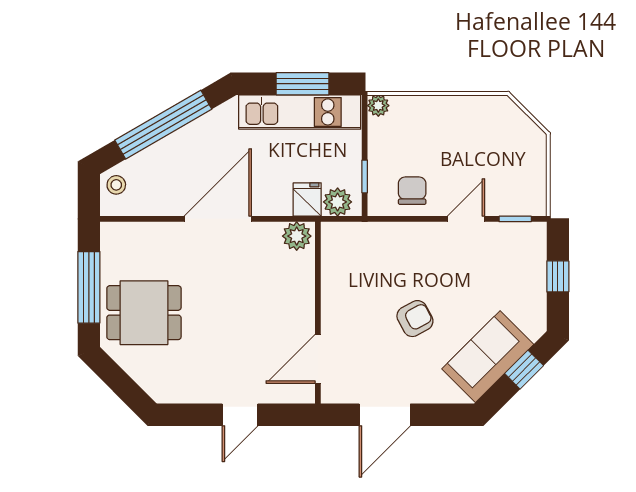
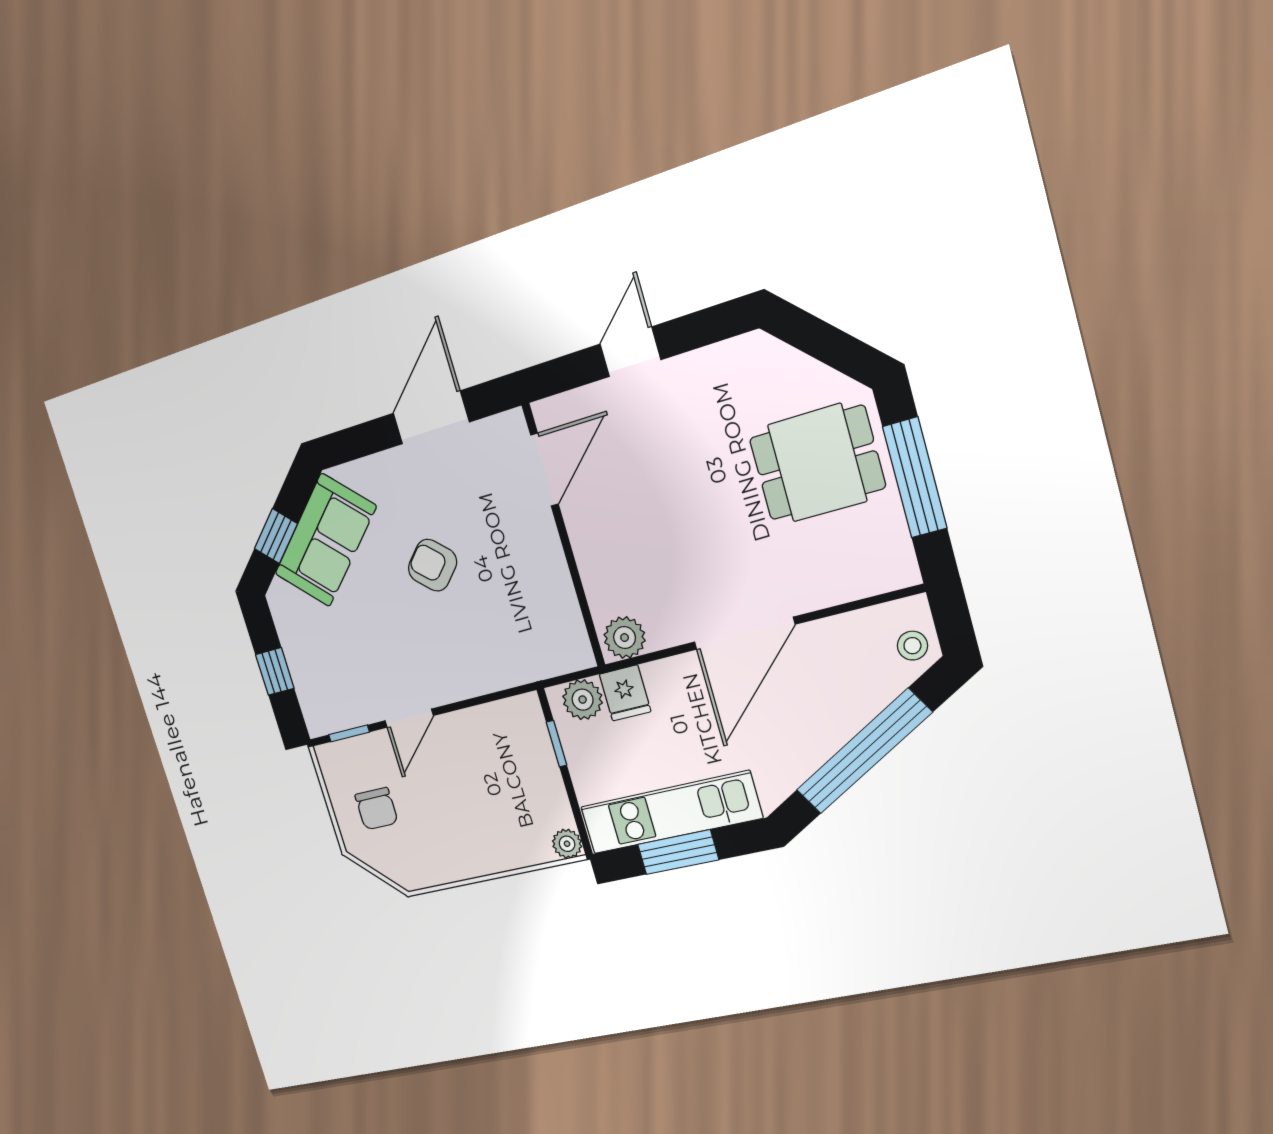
chair: (412, 191) -> (376, 809), moved
armchair: (415, 319) -> (432, 565), turned 71

